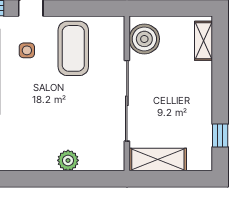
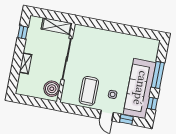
shelving: (203, 41) -> (26, 63), moved
plant: (68, 160) -> (102, 34), removed

